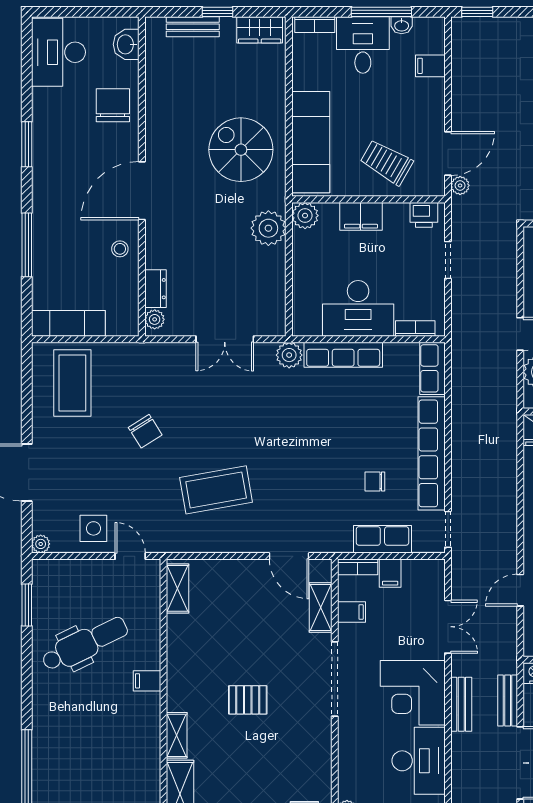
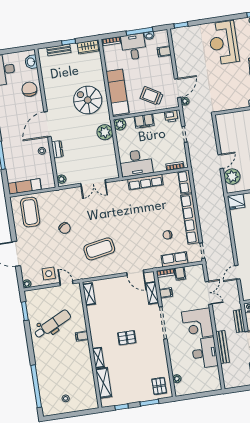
dresser: (155, 289) -> (57, 149), moved
desk: (358, 308) -> (136, 163), moved
plant: (289, 355) -> (122, 186), removed
bench: (461, 704) -> (223, 347), moved, width x1.36

